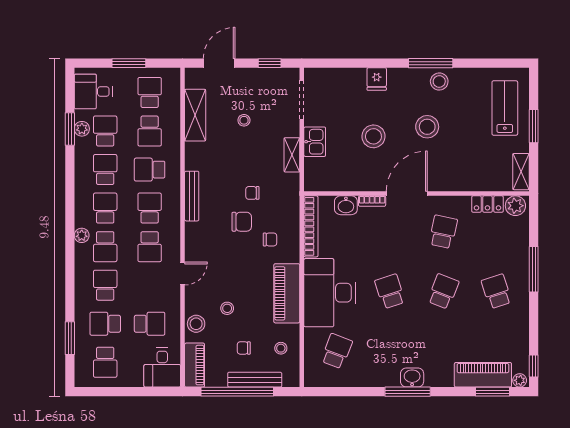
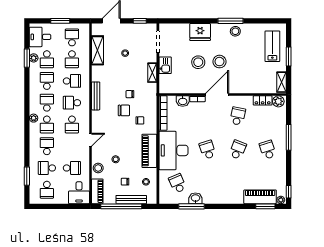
fridge: (377, 79) -> (200, 32), width x1.88, depth x1.34
stool: (427, 127) -> (219, 62), moved
school desk: (105, 131) -> (47, 59), turned 180
school desk: (150, 170) -> (72, 81), turned 180
school desk: (150, 208) -> (72, 103), turned -90
school desk: (337, 351) -> (177, 183), turned -45
washbasin: (412, 377) -> (195, 198), moved
window: (408, 392) -> (192, 206), moved

